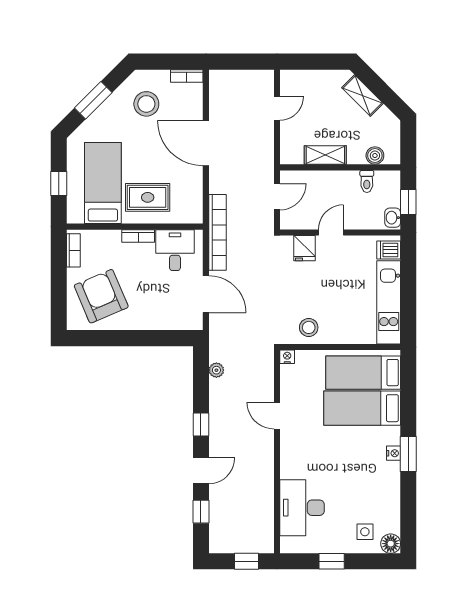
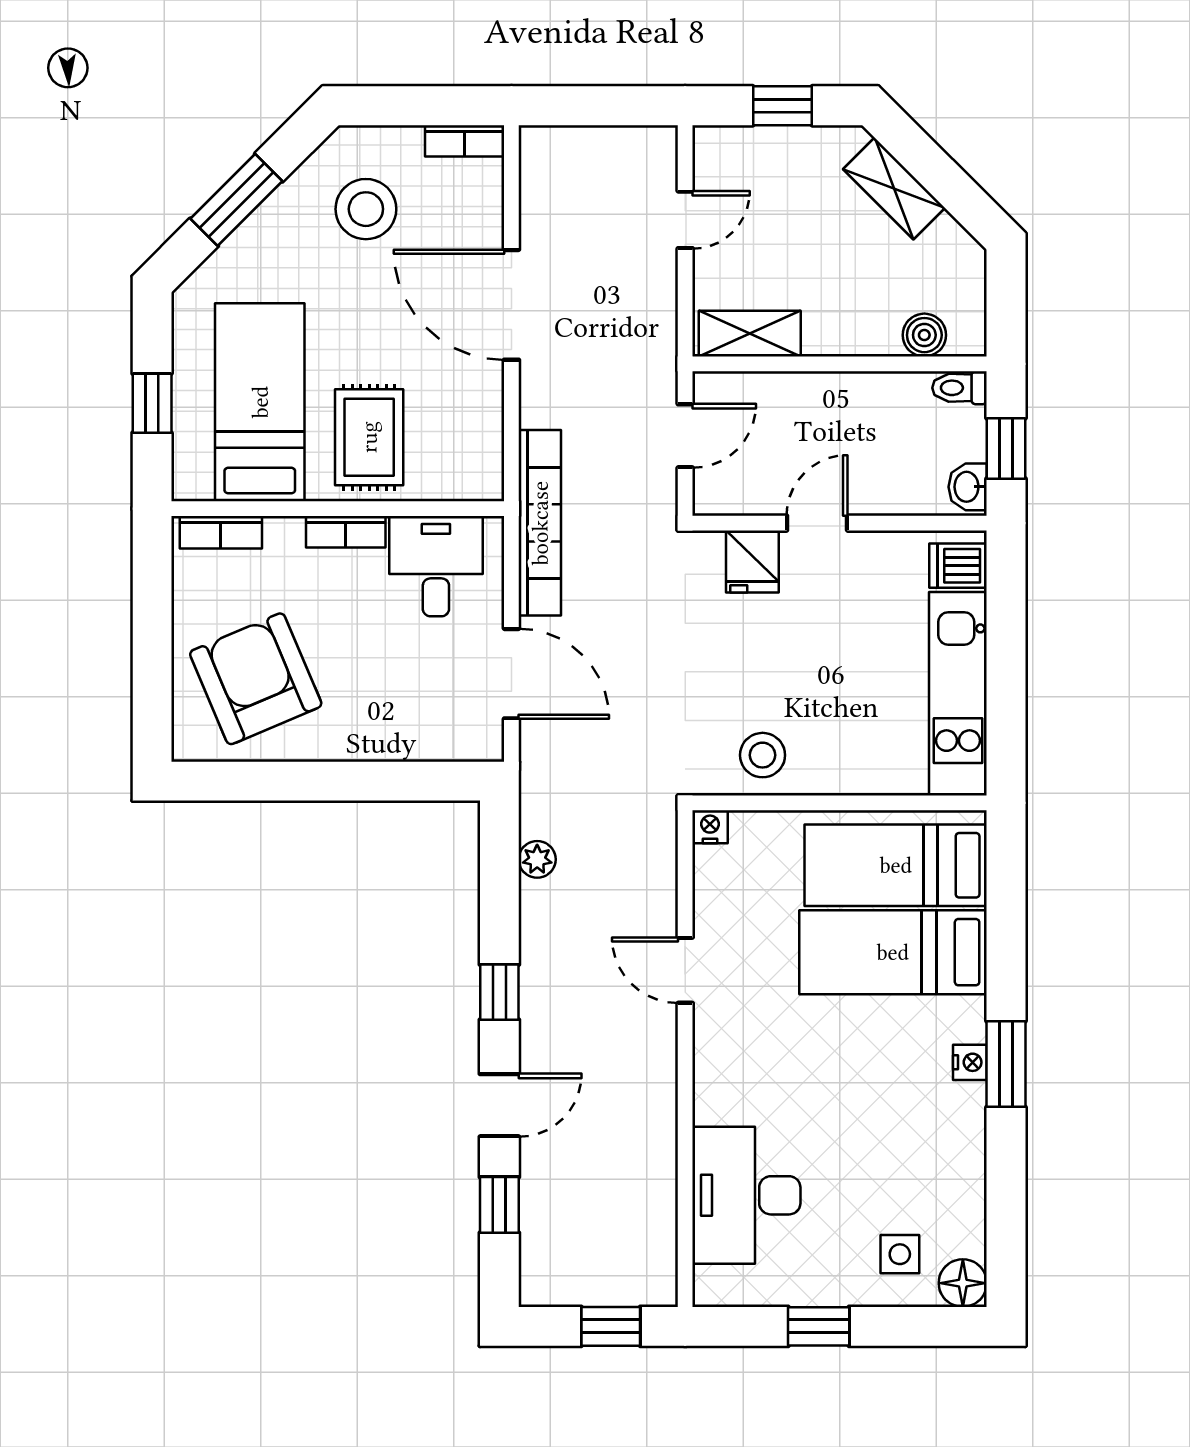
window: (317, 62) -> (782, 106), added
shelving: (325, 155) -> (750, 334), moved
toilet: (367, 181) -> (960, 388), moved, turned 90
rug: (148, 197) -> (369, 437), turned 90
bookcase: (73, 250) -> (221, 532), moved, turned 90

